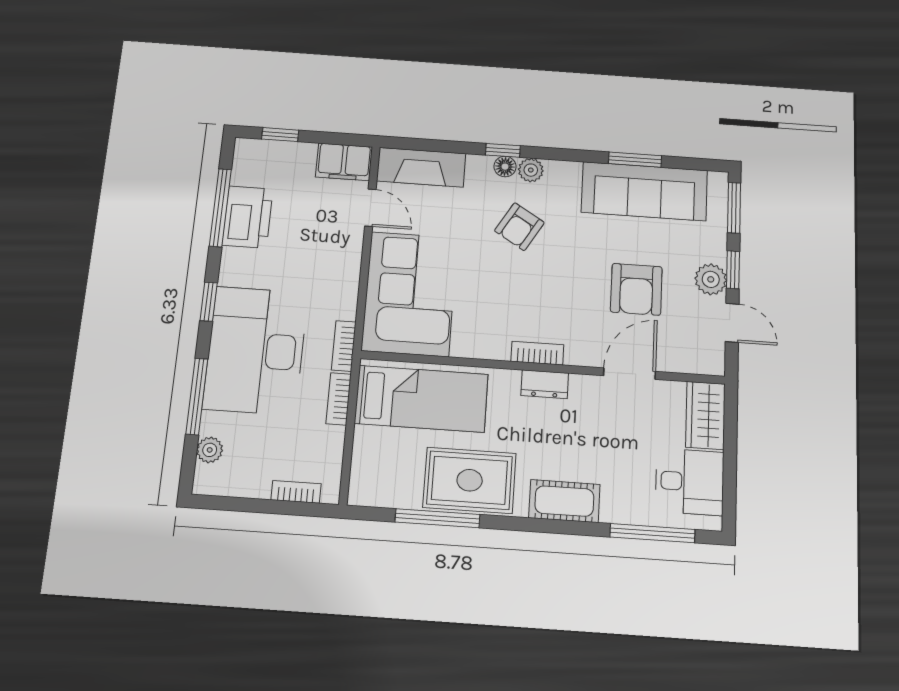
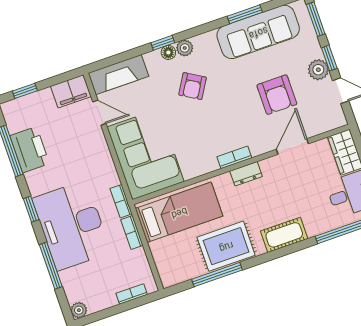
plant: (210, 450) -> (79, 310), moved

